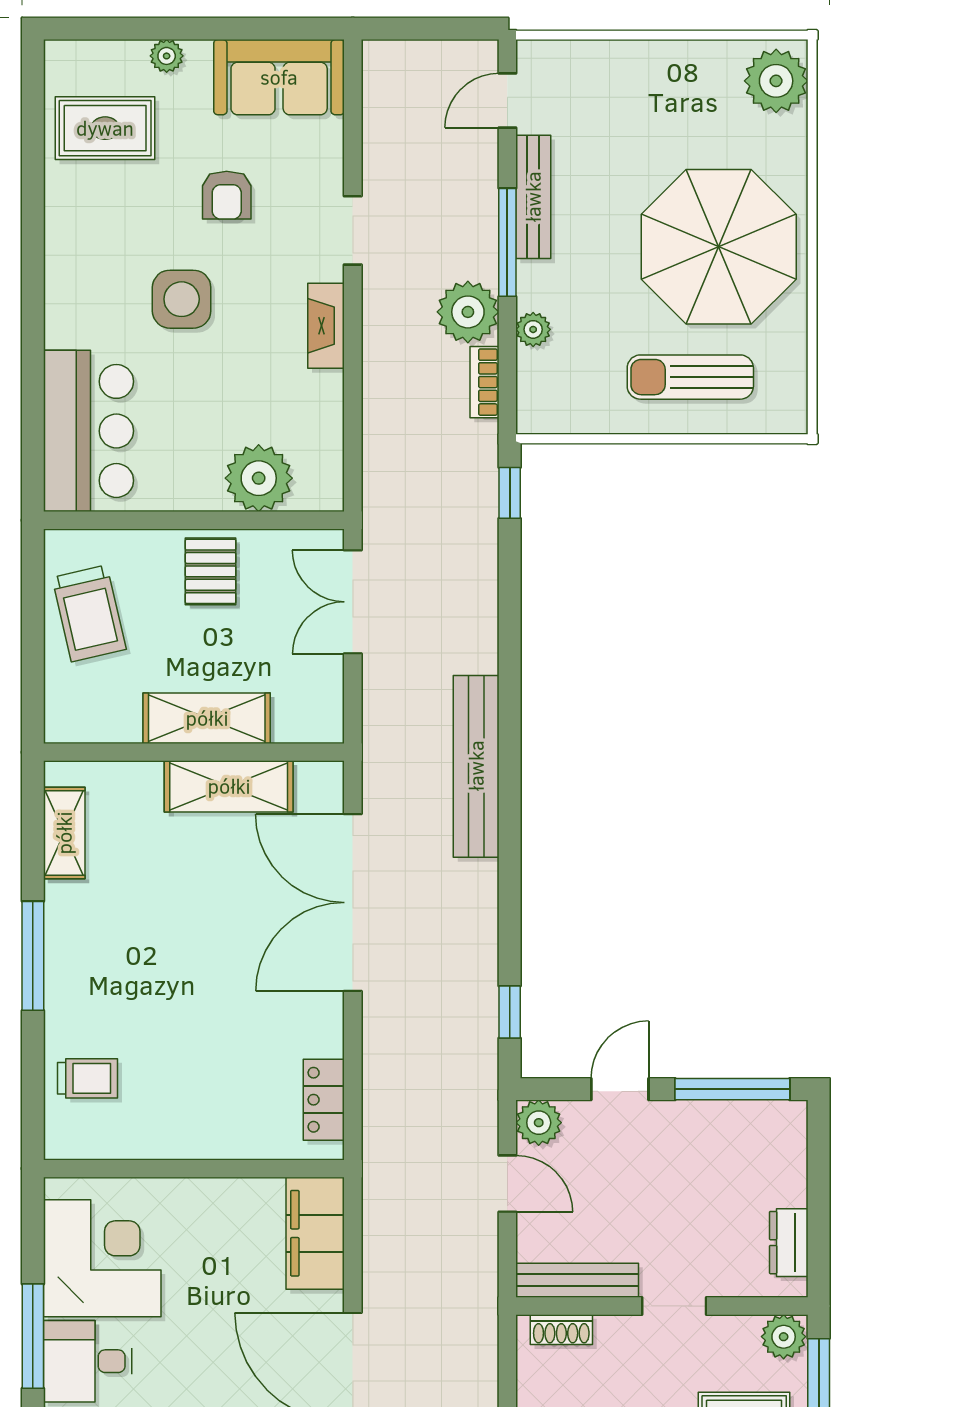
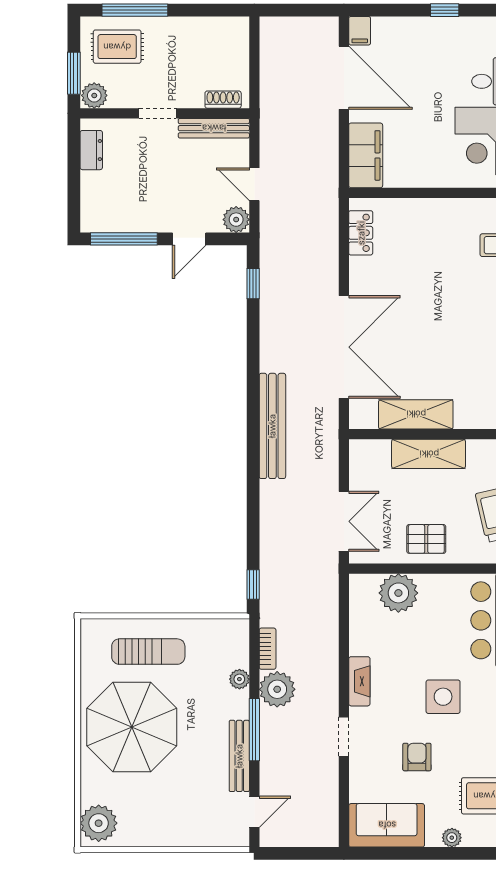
pallet: (211, 571) -> (426, 539), turned 90

